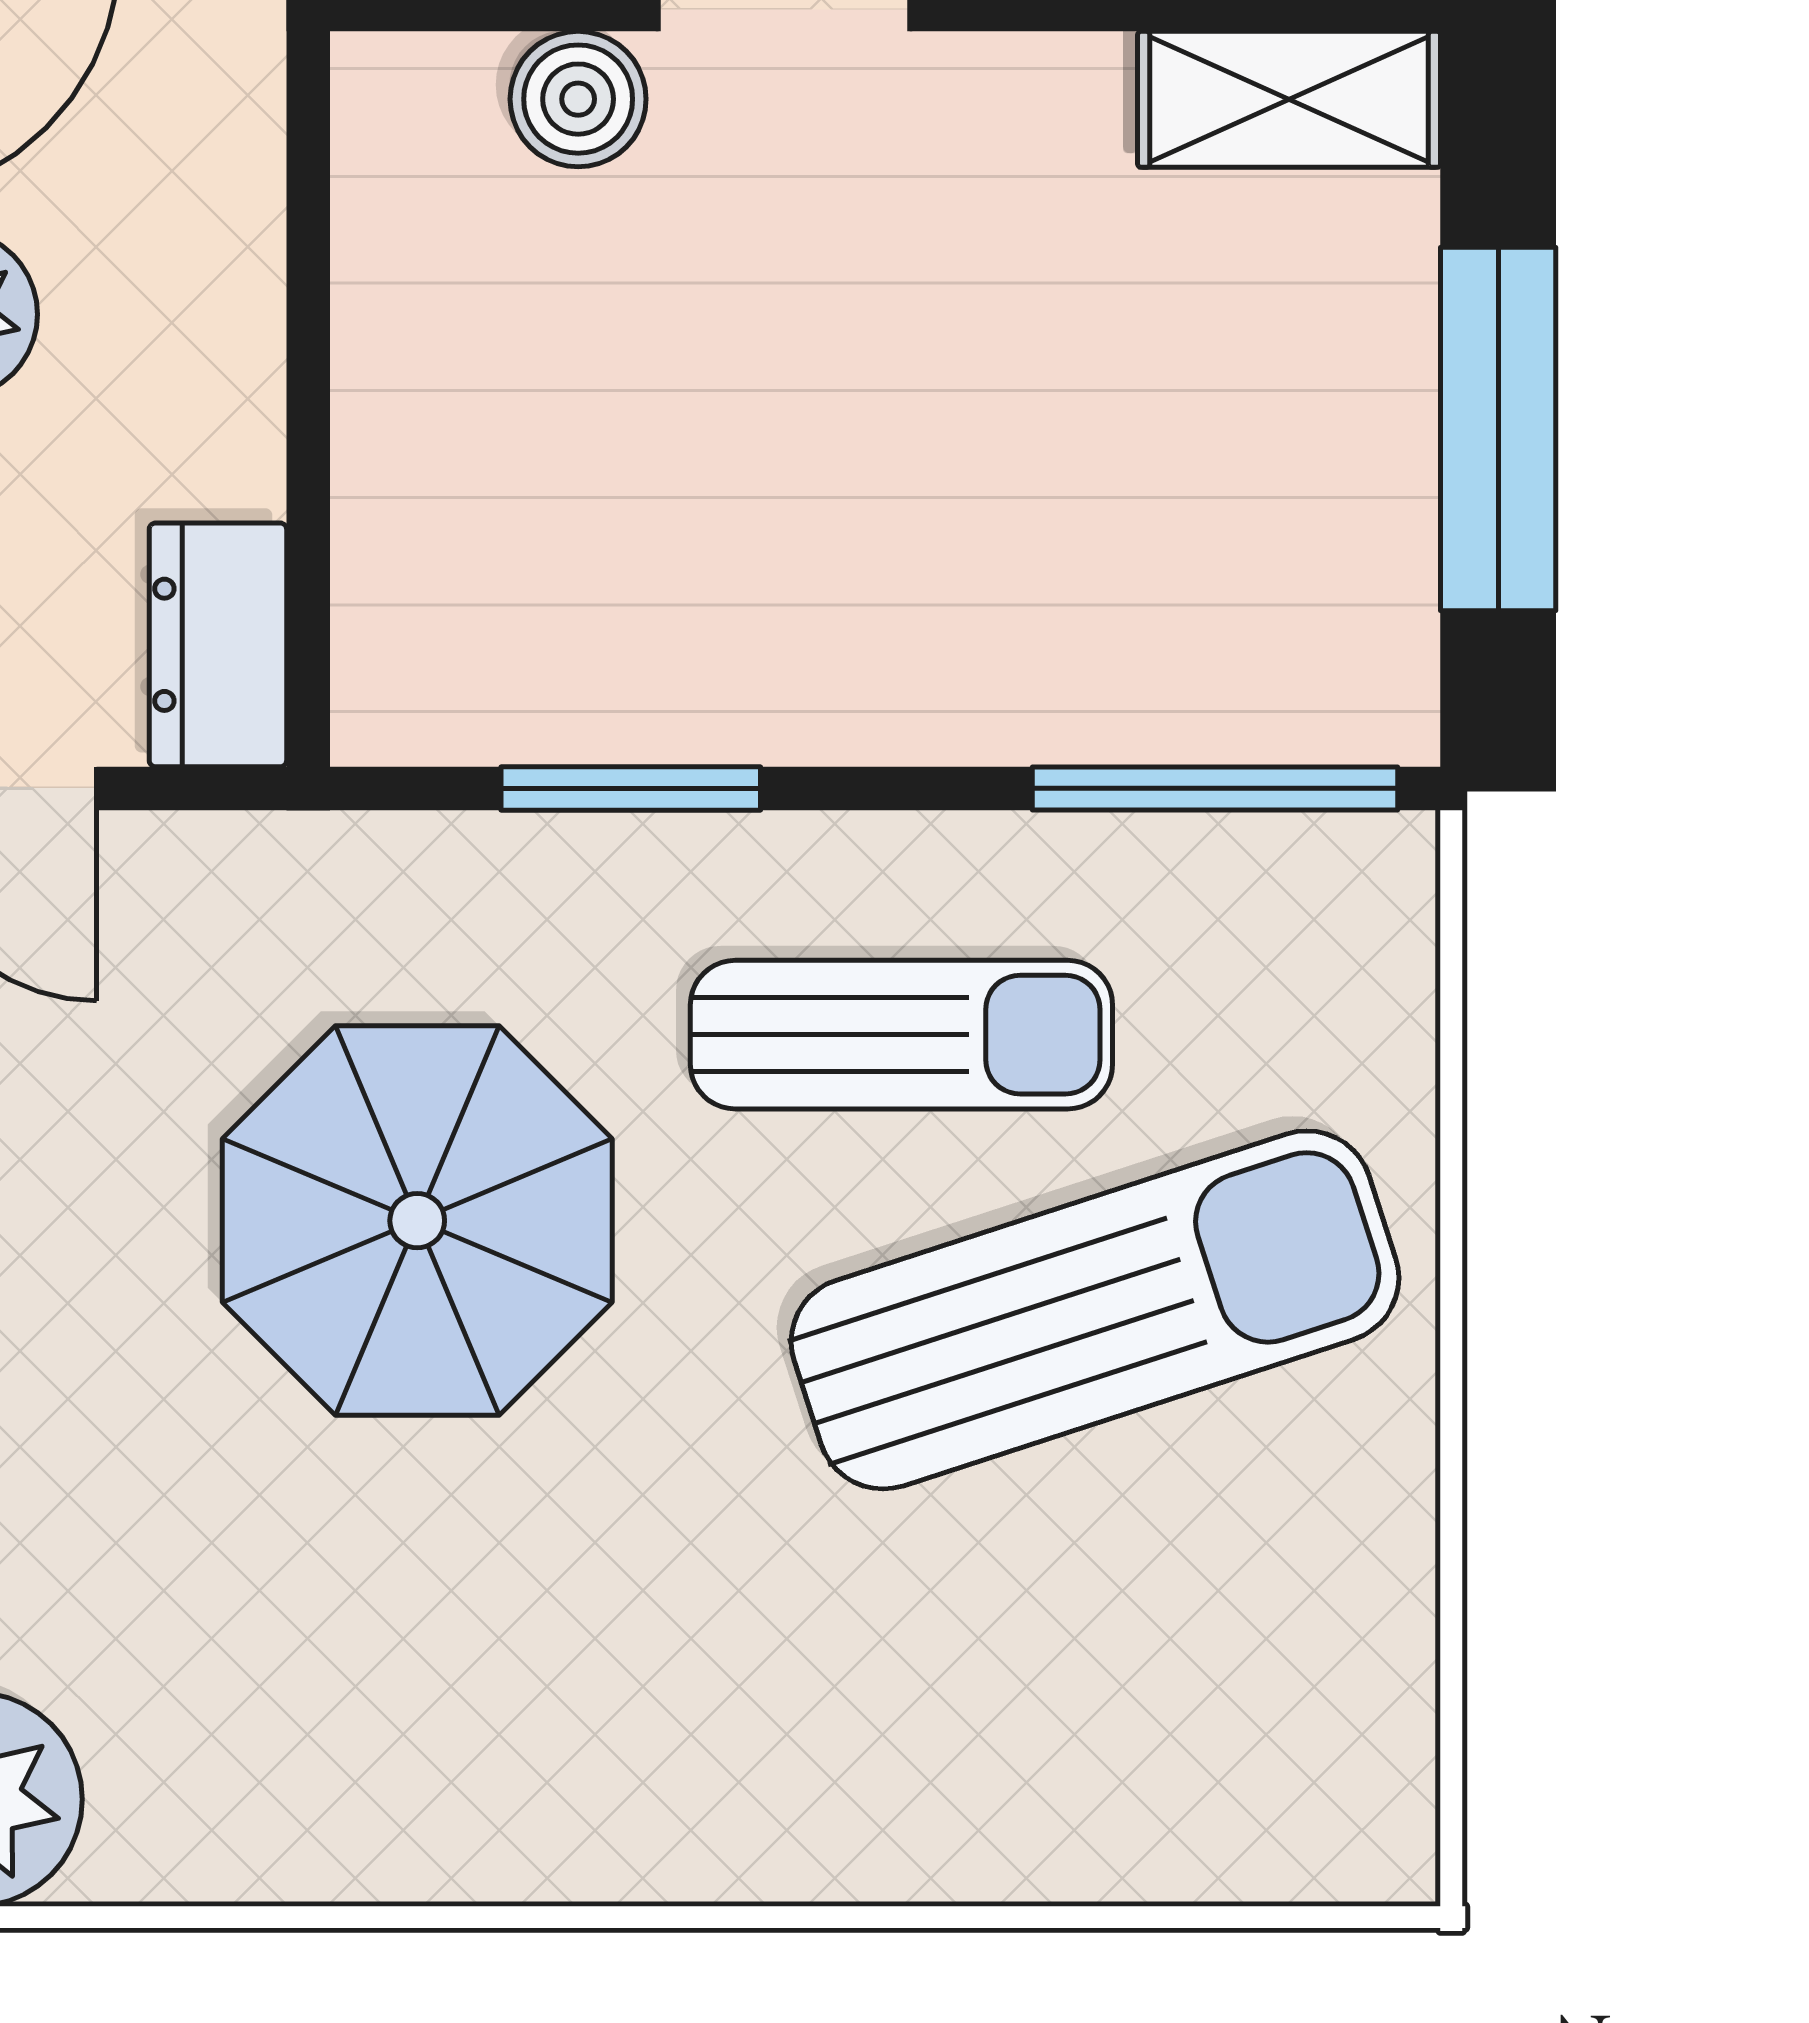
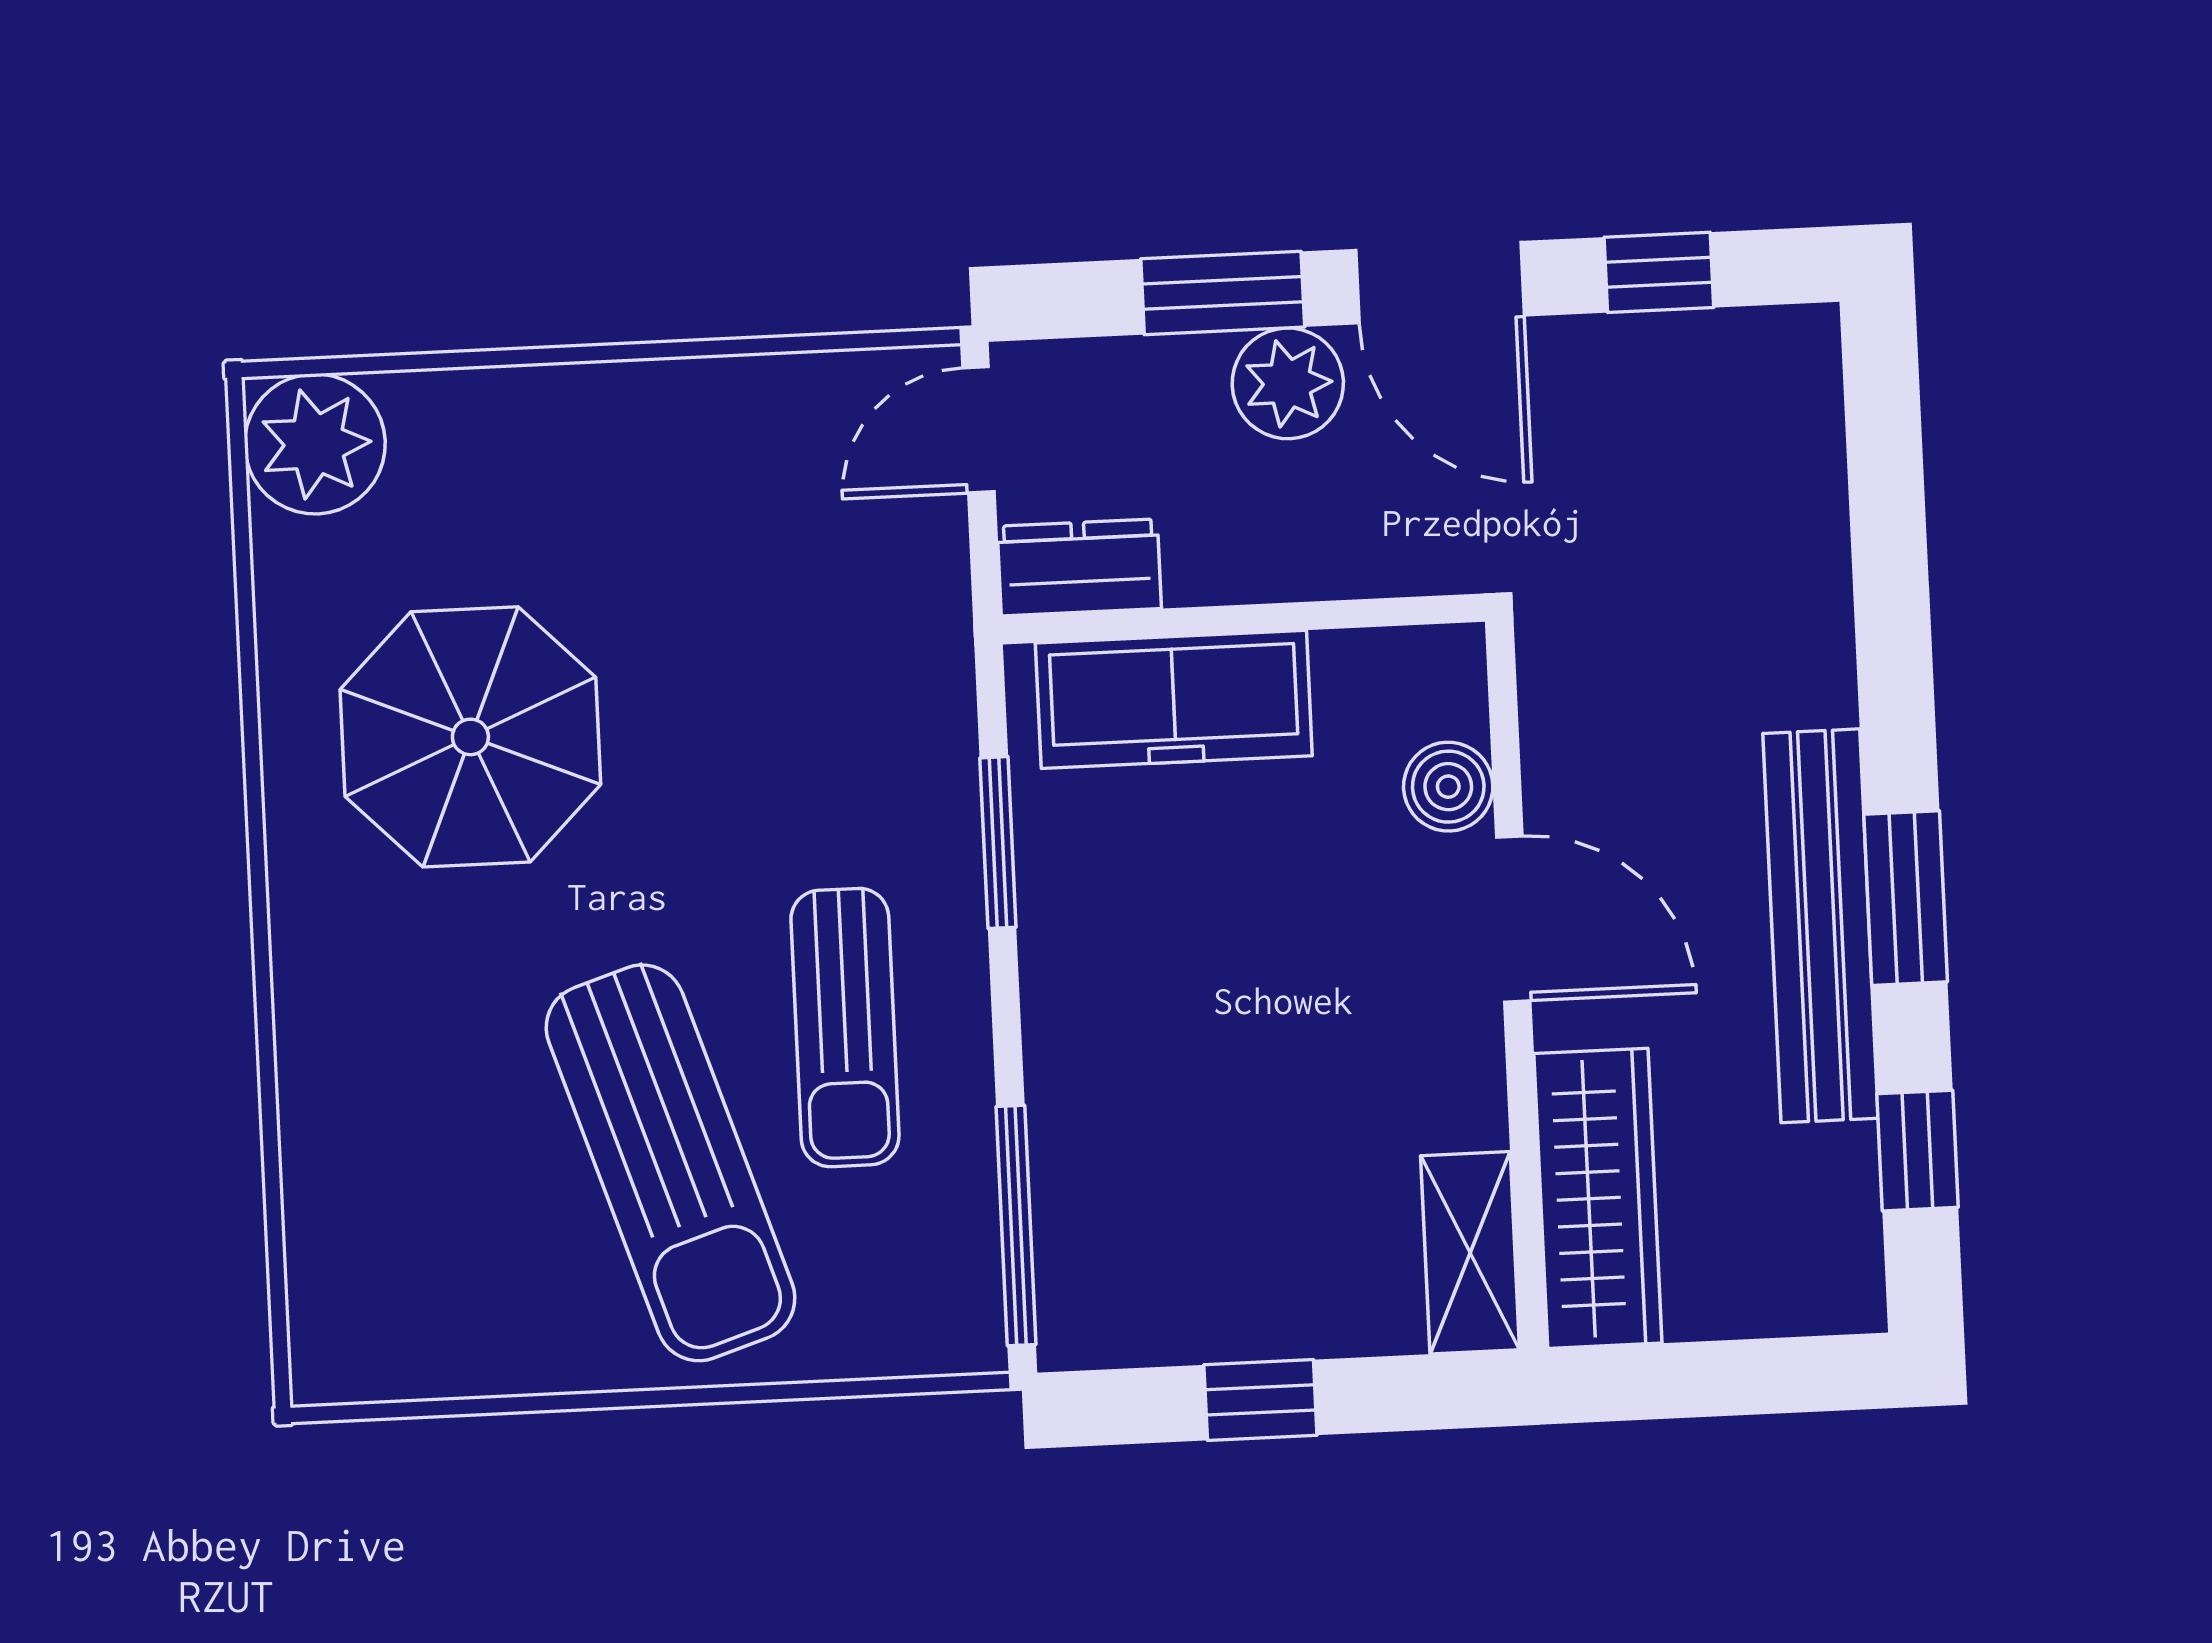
window: (1498, 429) -> (1260, 1400), width x0.46
freezer: (426, 511) -> (1174, 699), added
parasol: (417, 1221) -> (470, 737), moved

